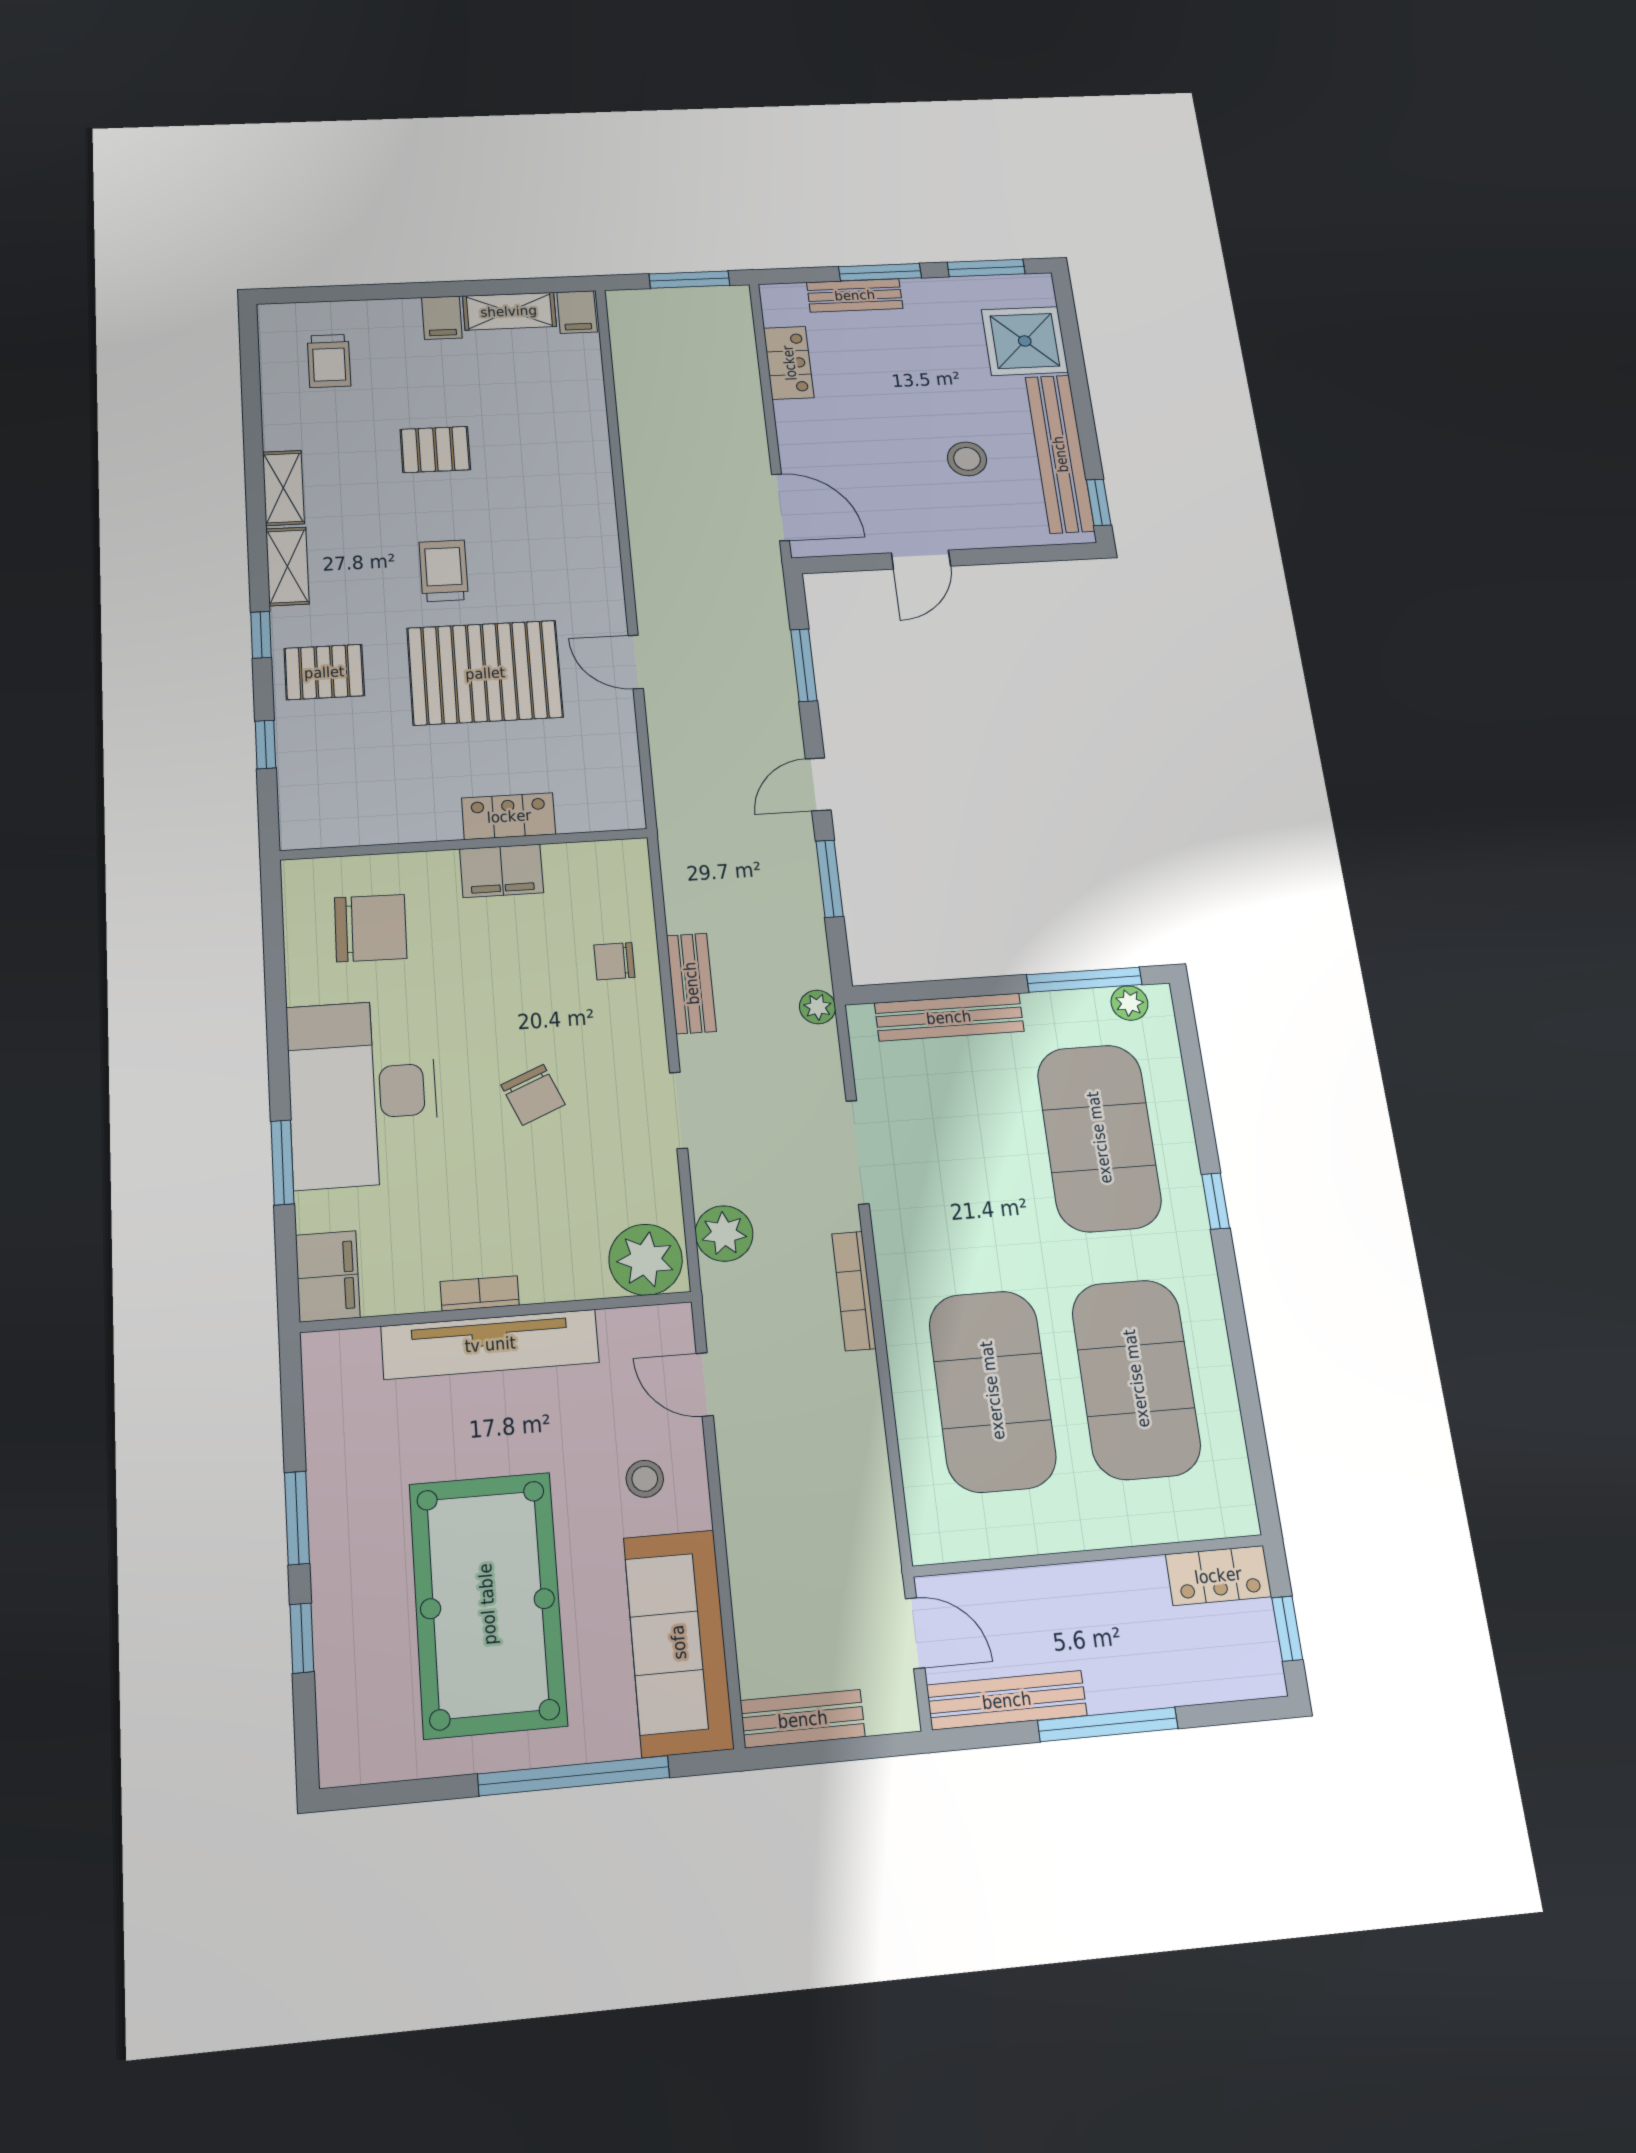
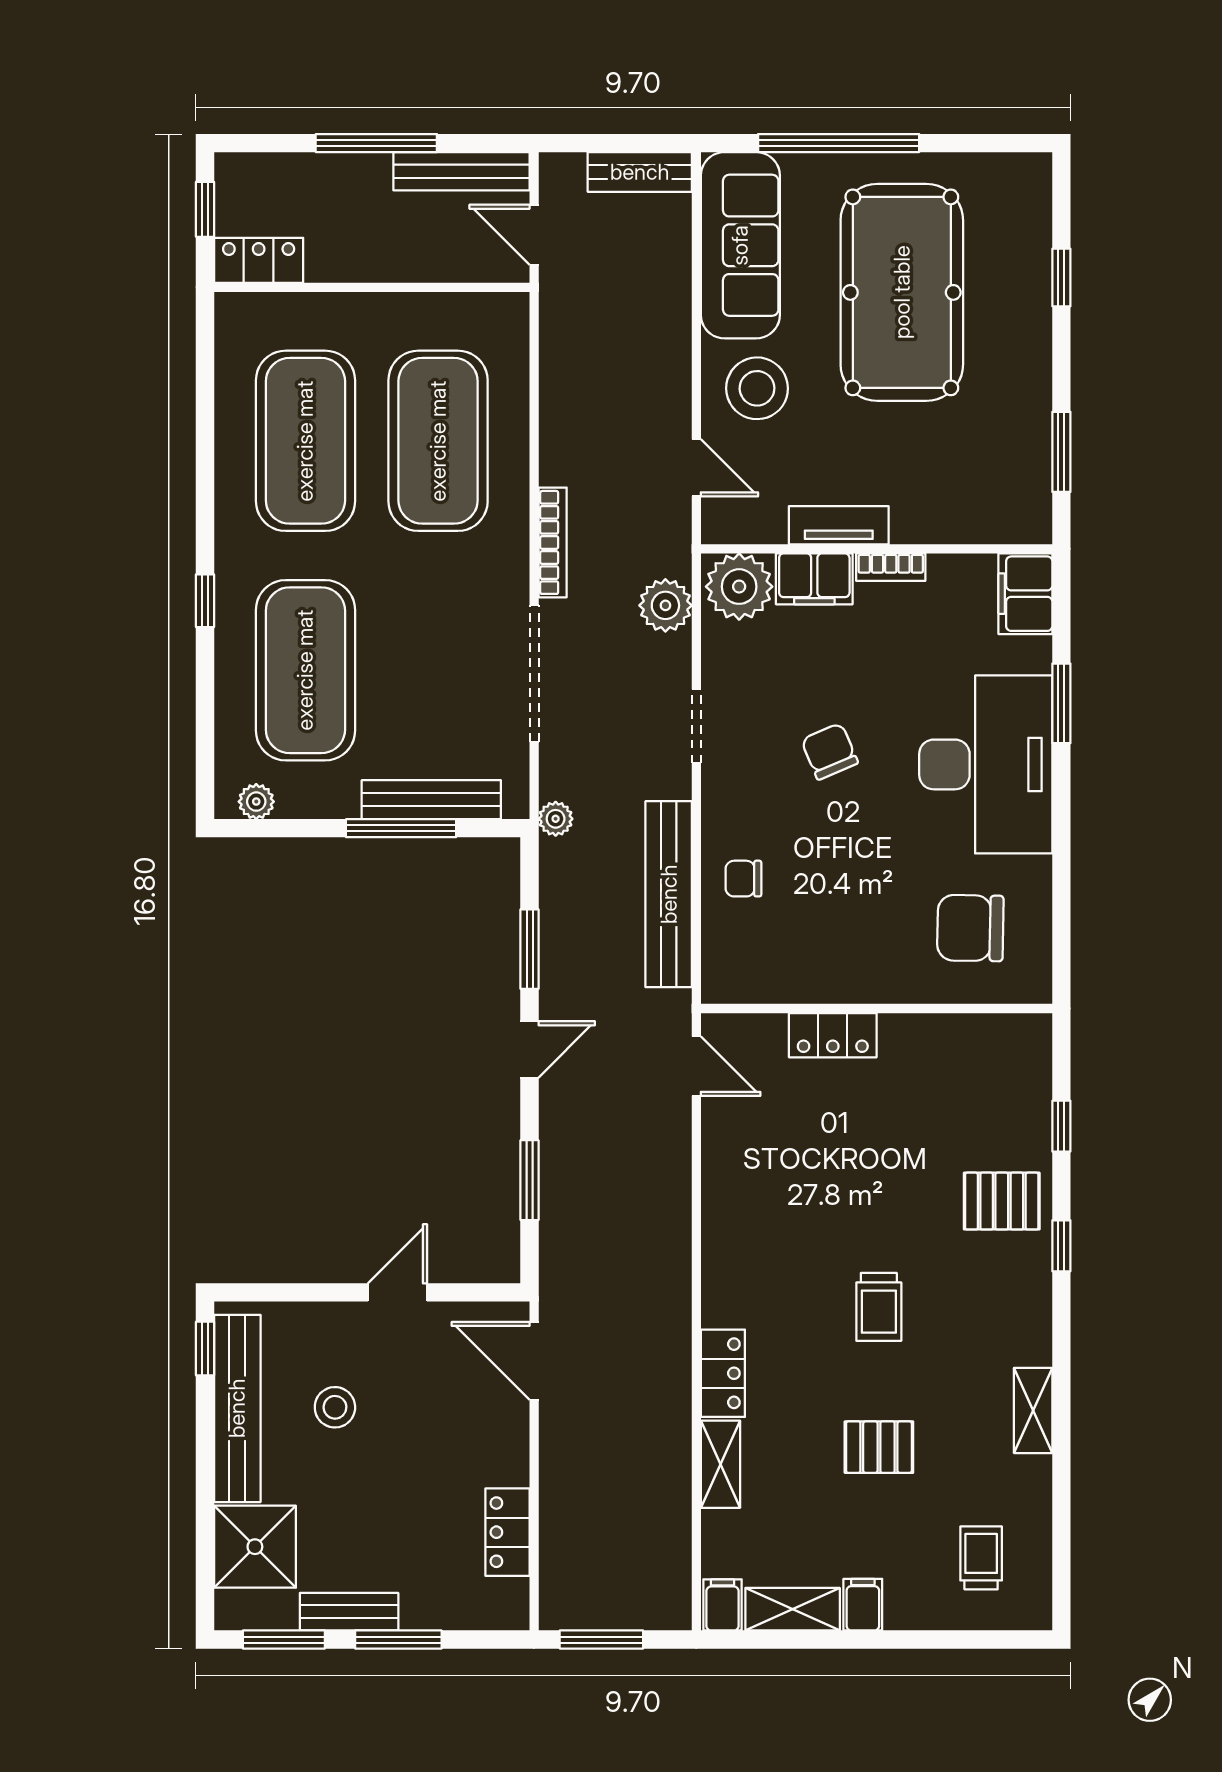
bench: (855, 295) -> (349, 1612), moved
locker: (594, 505) -> (723, 1373), added
shelving: (287, 566) -> (720, 1464), moved
door: (636, 662) -> (696, 1066), moved
pallet: (485, 673) -> (845, 1191), removed
filing cabinet: (502, 871) -> (814, 579), moved, turned 180
chair: (614, 961) -> (743, 879), turned 180
window: (1084, 980) -> (401, 828), moved
bench: (691, 983) -> (669, 894), width x1.86, depth x1.21
doorway: (858, 1152) -> (534, 673), width x1.36
tv unit: (490, 1344) -> (839, 525), width x0.52, depth x0.78
stool: (645, 1479) -> (757, 388), width x1.89, depth x1.89
window: (297, 1518) -> (1061, 452), moved

